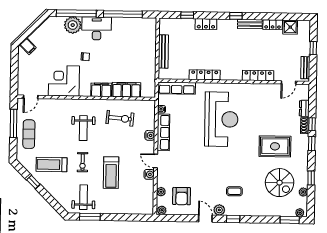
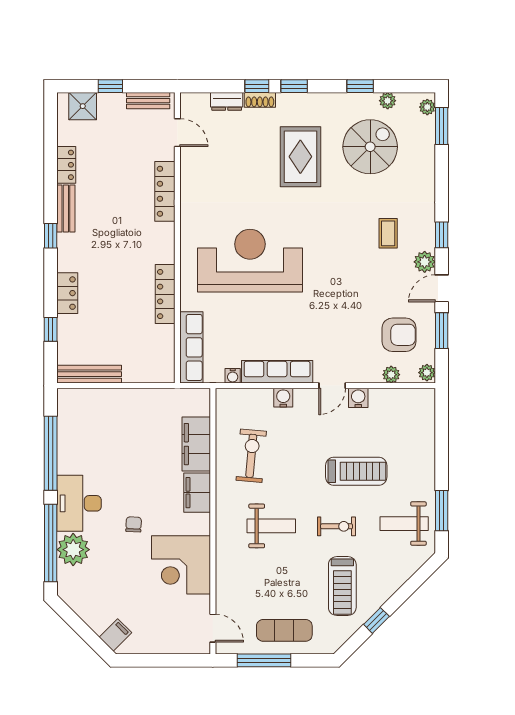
shower: (290, 27) -> (83, 106), moved
bench: (163, 51) -> (89, 374), moved
window: (183, 218) -> (442, 331), added

